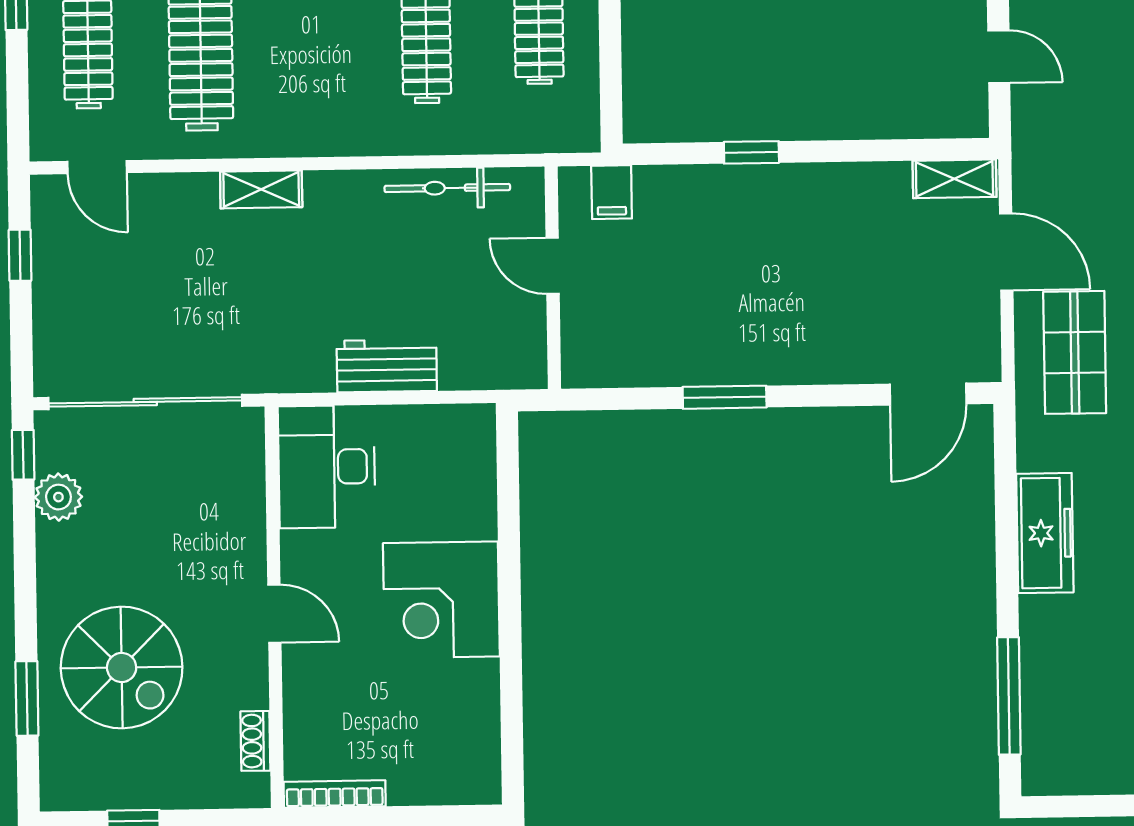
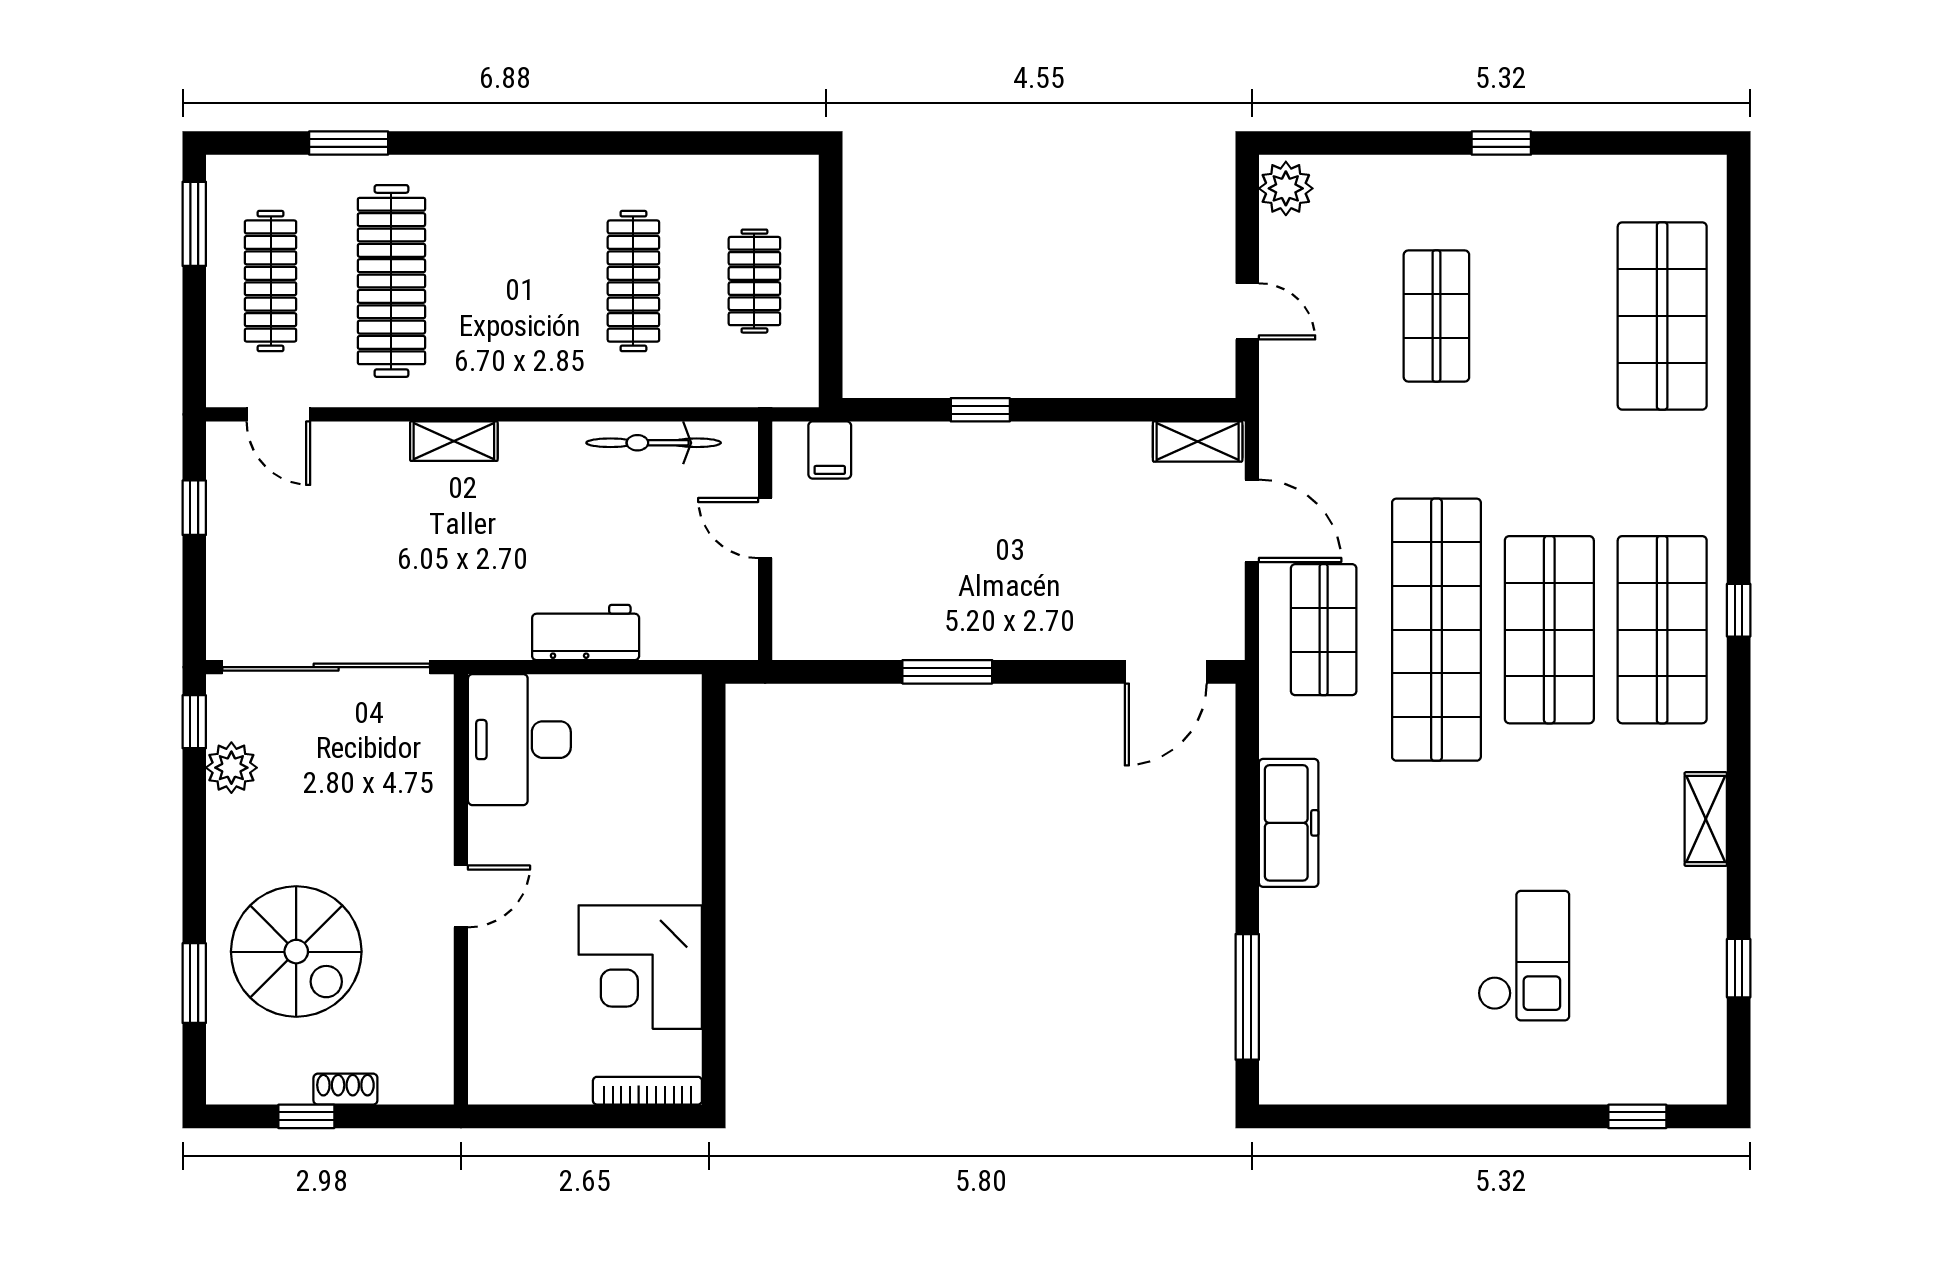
corner desk: (441, 600) -> (640, 967), moved
door: (274, 614) -> (461, 896), hinge flipped
shoe rack: (255, 741) -> (345, 1089), moved, turned 90
bookcase: (335, 794) -> (647, 1091), moved

